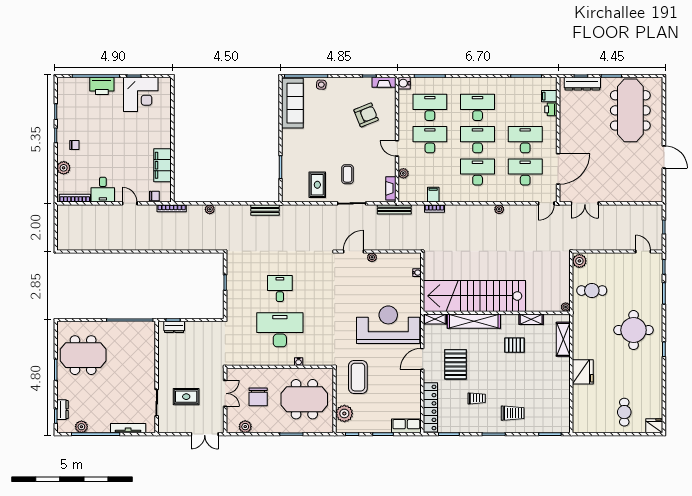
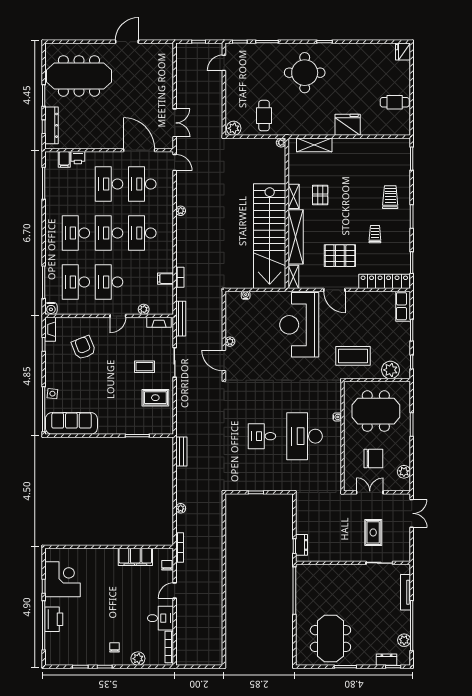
shelving: (531, 319) -> (294, 196), moved
meeting table: (304, 399) -> (376, 411), turned 90
cafe table: (624, 412) -> (395, 102), moved

